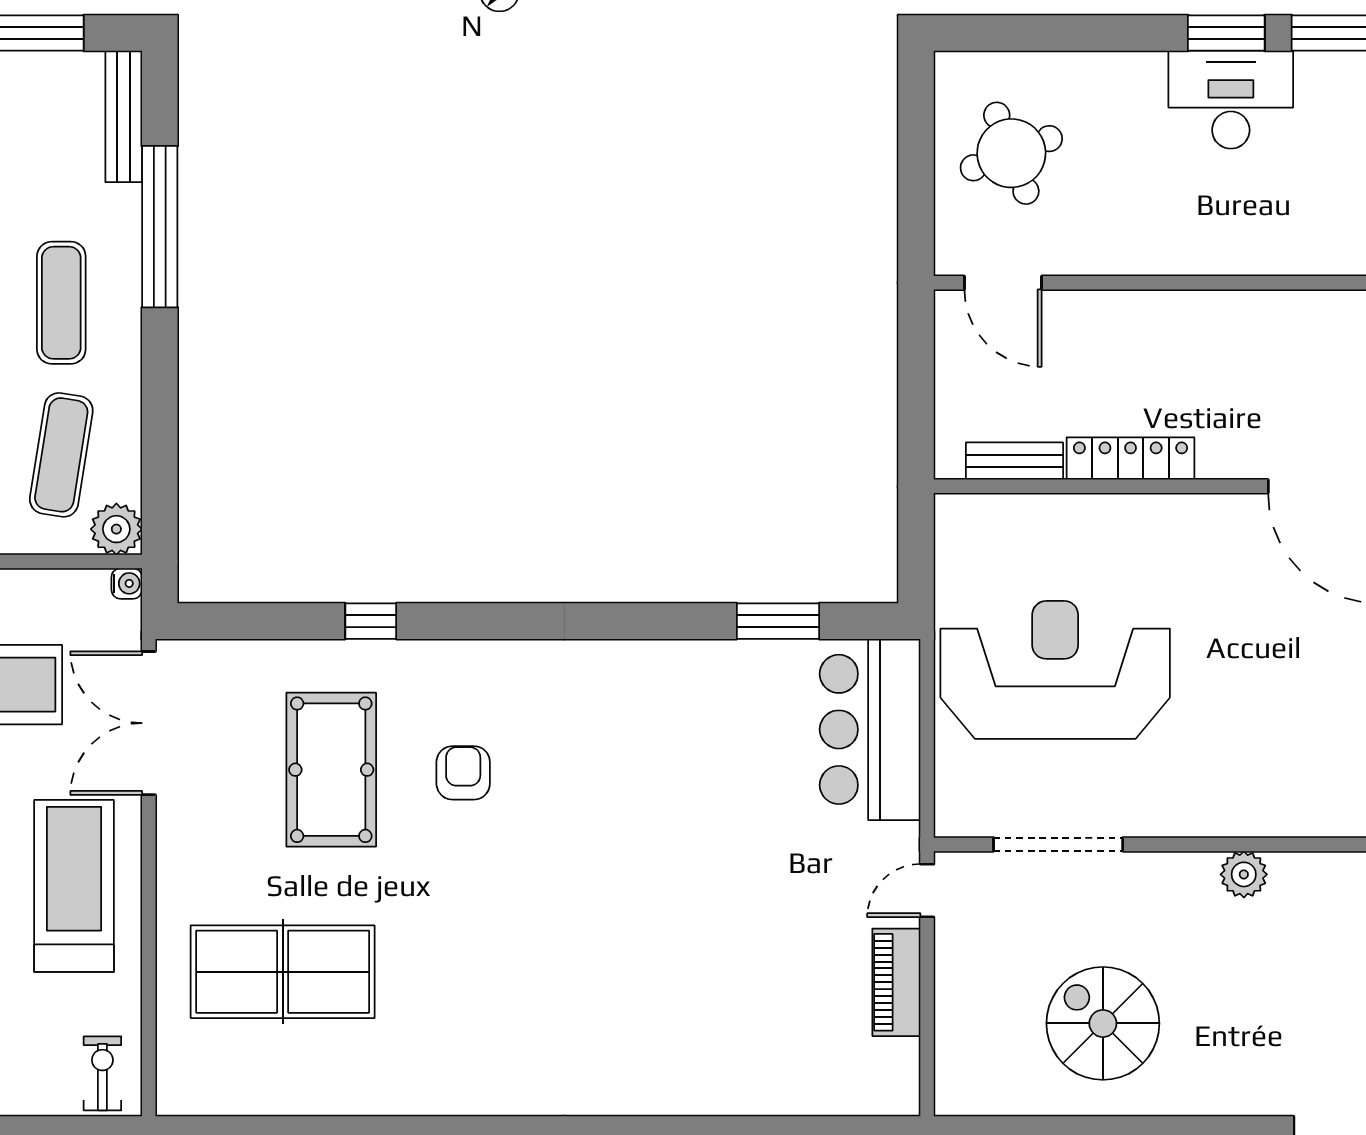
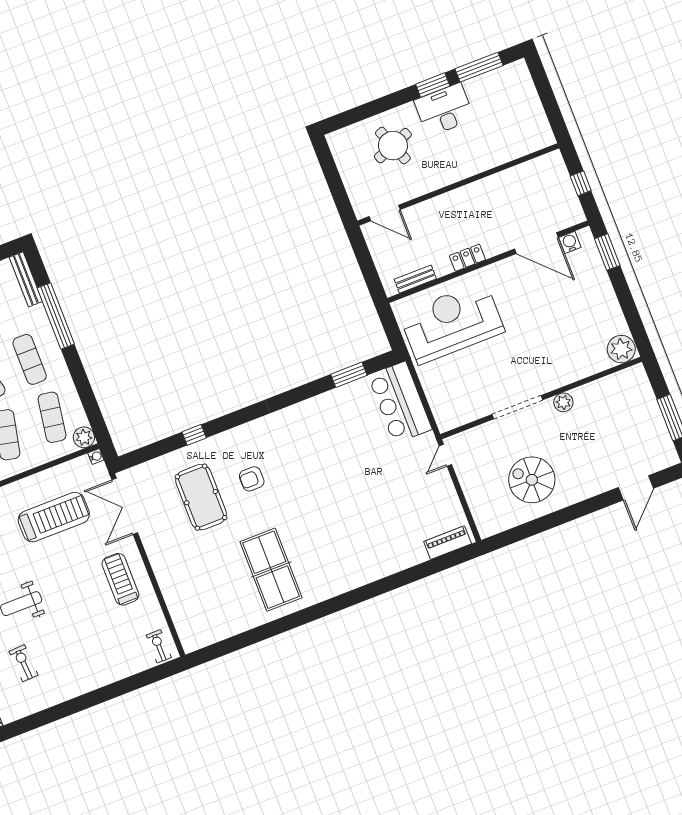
round table: (1011, 153) -> (393, 146), moved
locker: (1131, 458) -> (467, 258), width x0.66
reception desk: (1055, 670) -> (452, 323), moved
armchair: (463, 773) -> (252, 479), turned -90
doorway: (1058, 844) -> (517, 407), moved
treadmill: (74, 886) -> (120, 579), width x0.73, depth x0.73
table tennis table: (283, 972) -> (271, 570), moved, turned 90
piano: (896, 982) -> (448, 543), moved, turned 90

